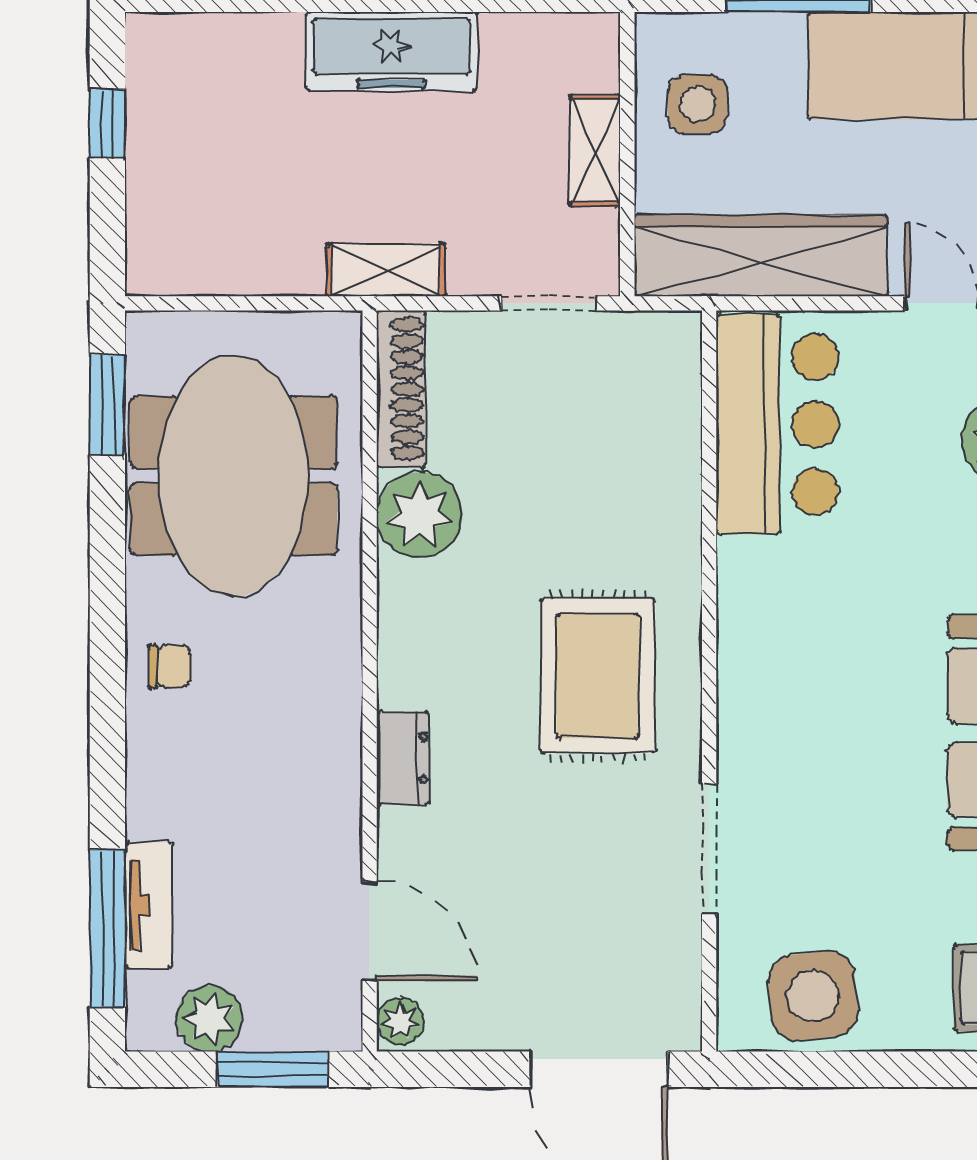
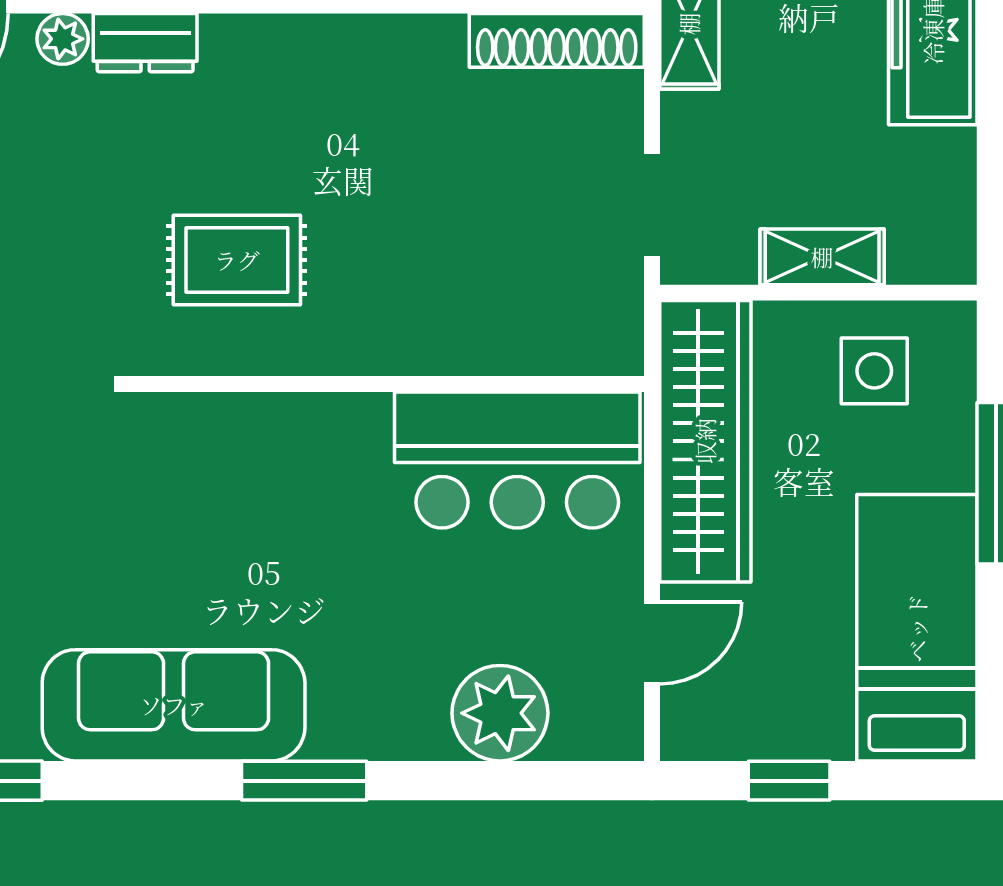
plant: (420, 515) -> (63, 39), moved, width x0.53, depth x0.53
rug: (598, 676) -> (237, 260), width x0.73, depth x0.70

